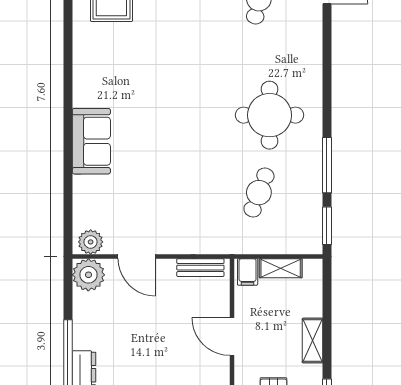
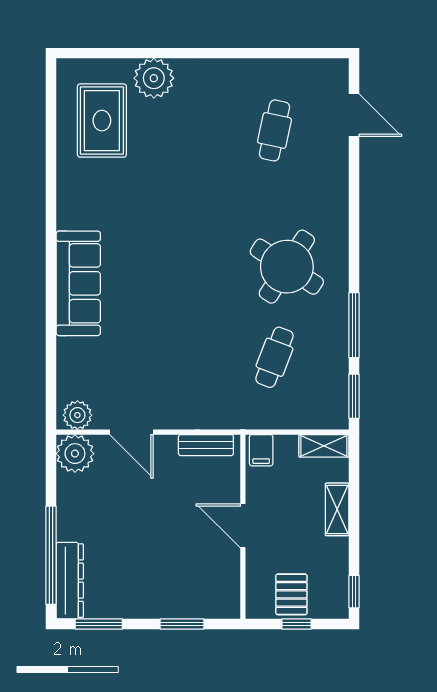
round table: (270, 115) -> (287, 267), turned 33
sofa: (91, 141) -> (78, 283), width x1.36
shelving: (281, 268) -> (324, 446), moved
shelving: (313, 341) -> (337, 509), moved

